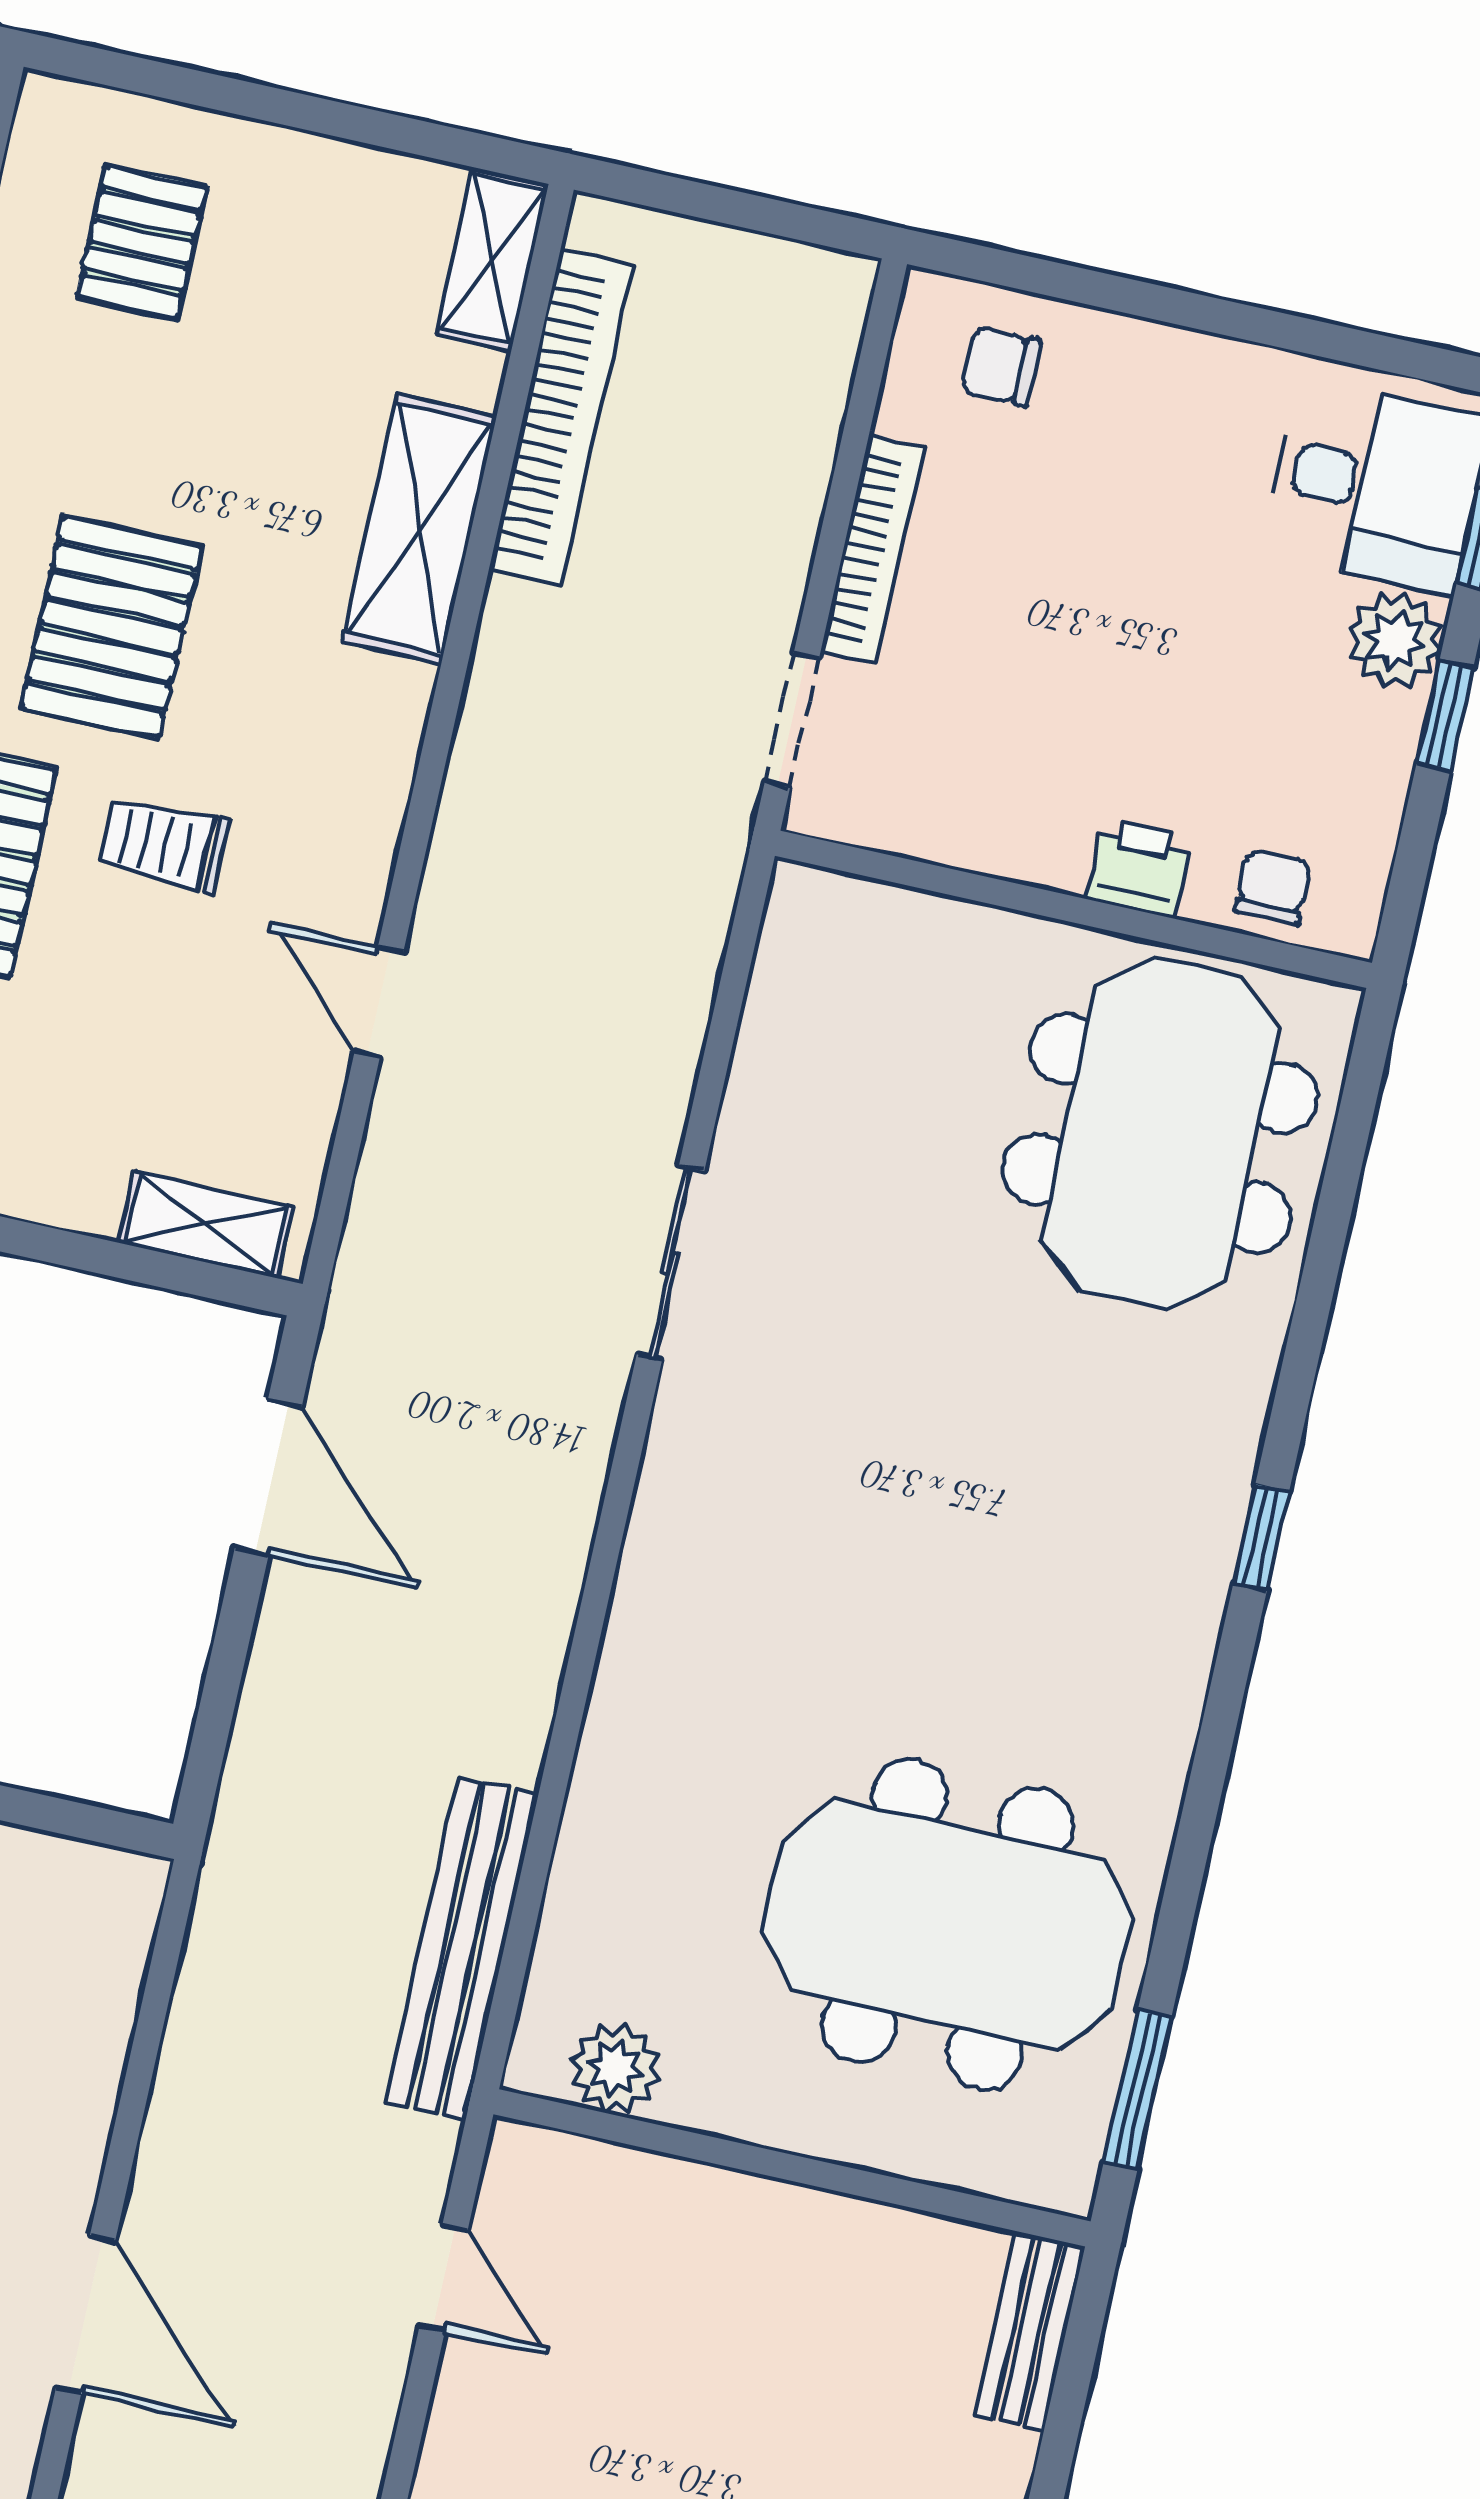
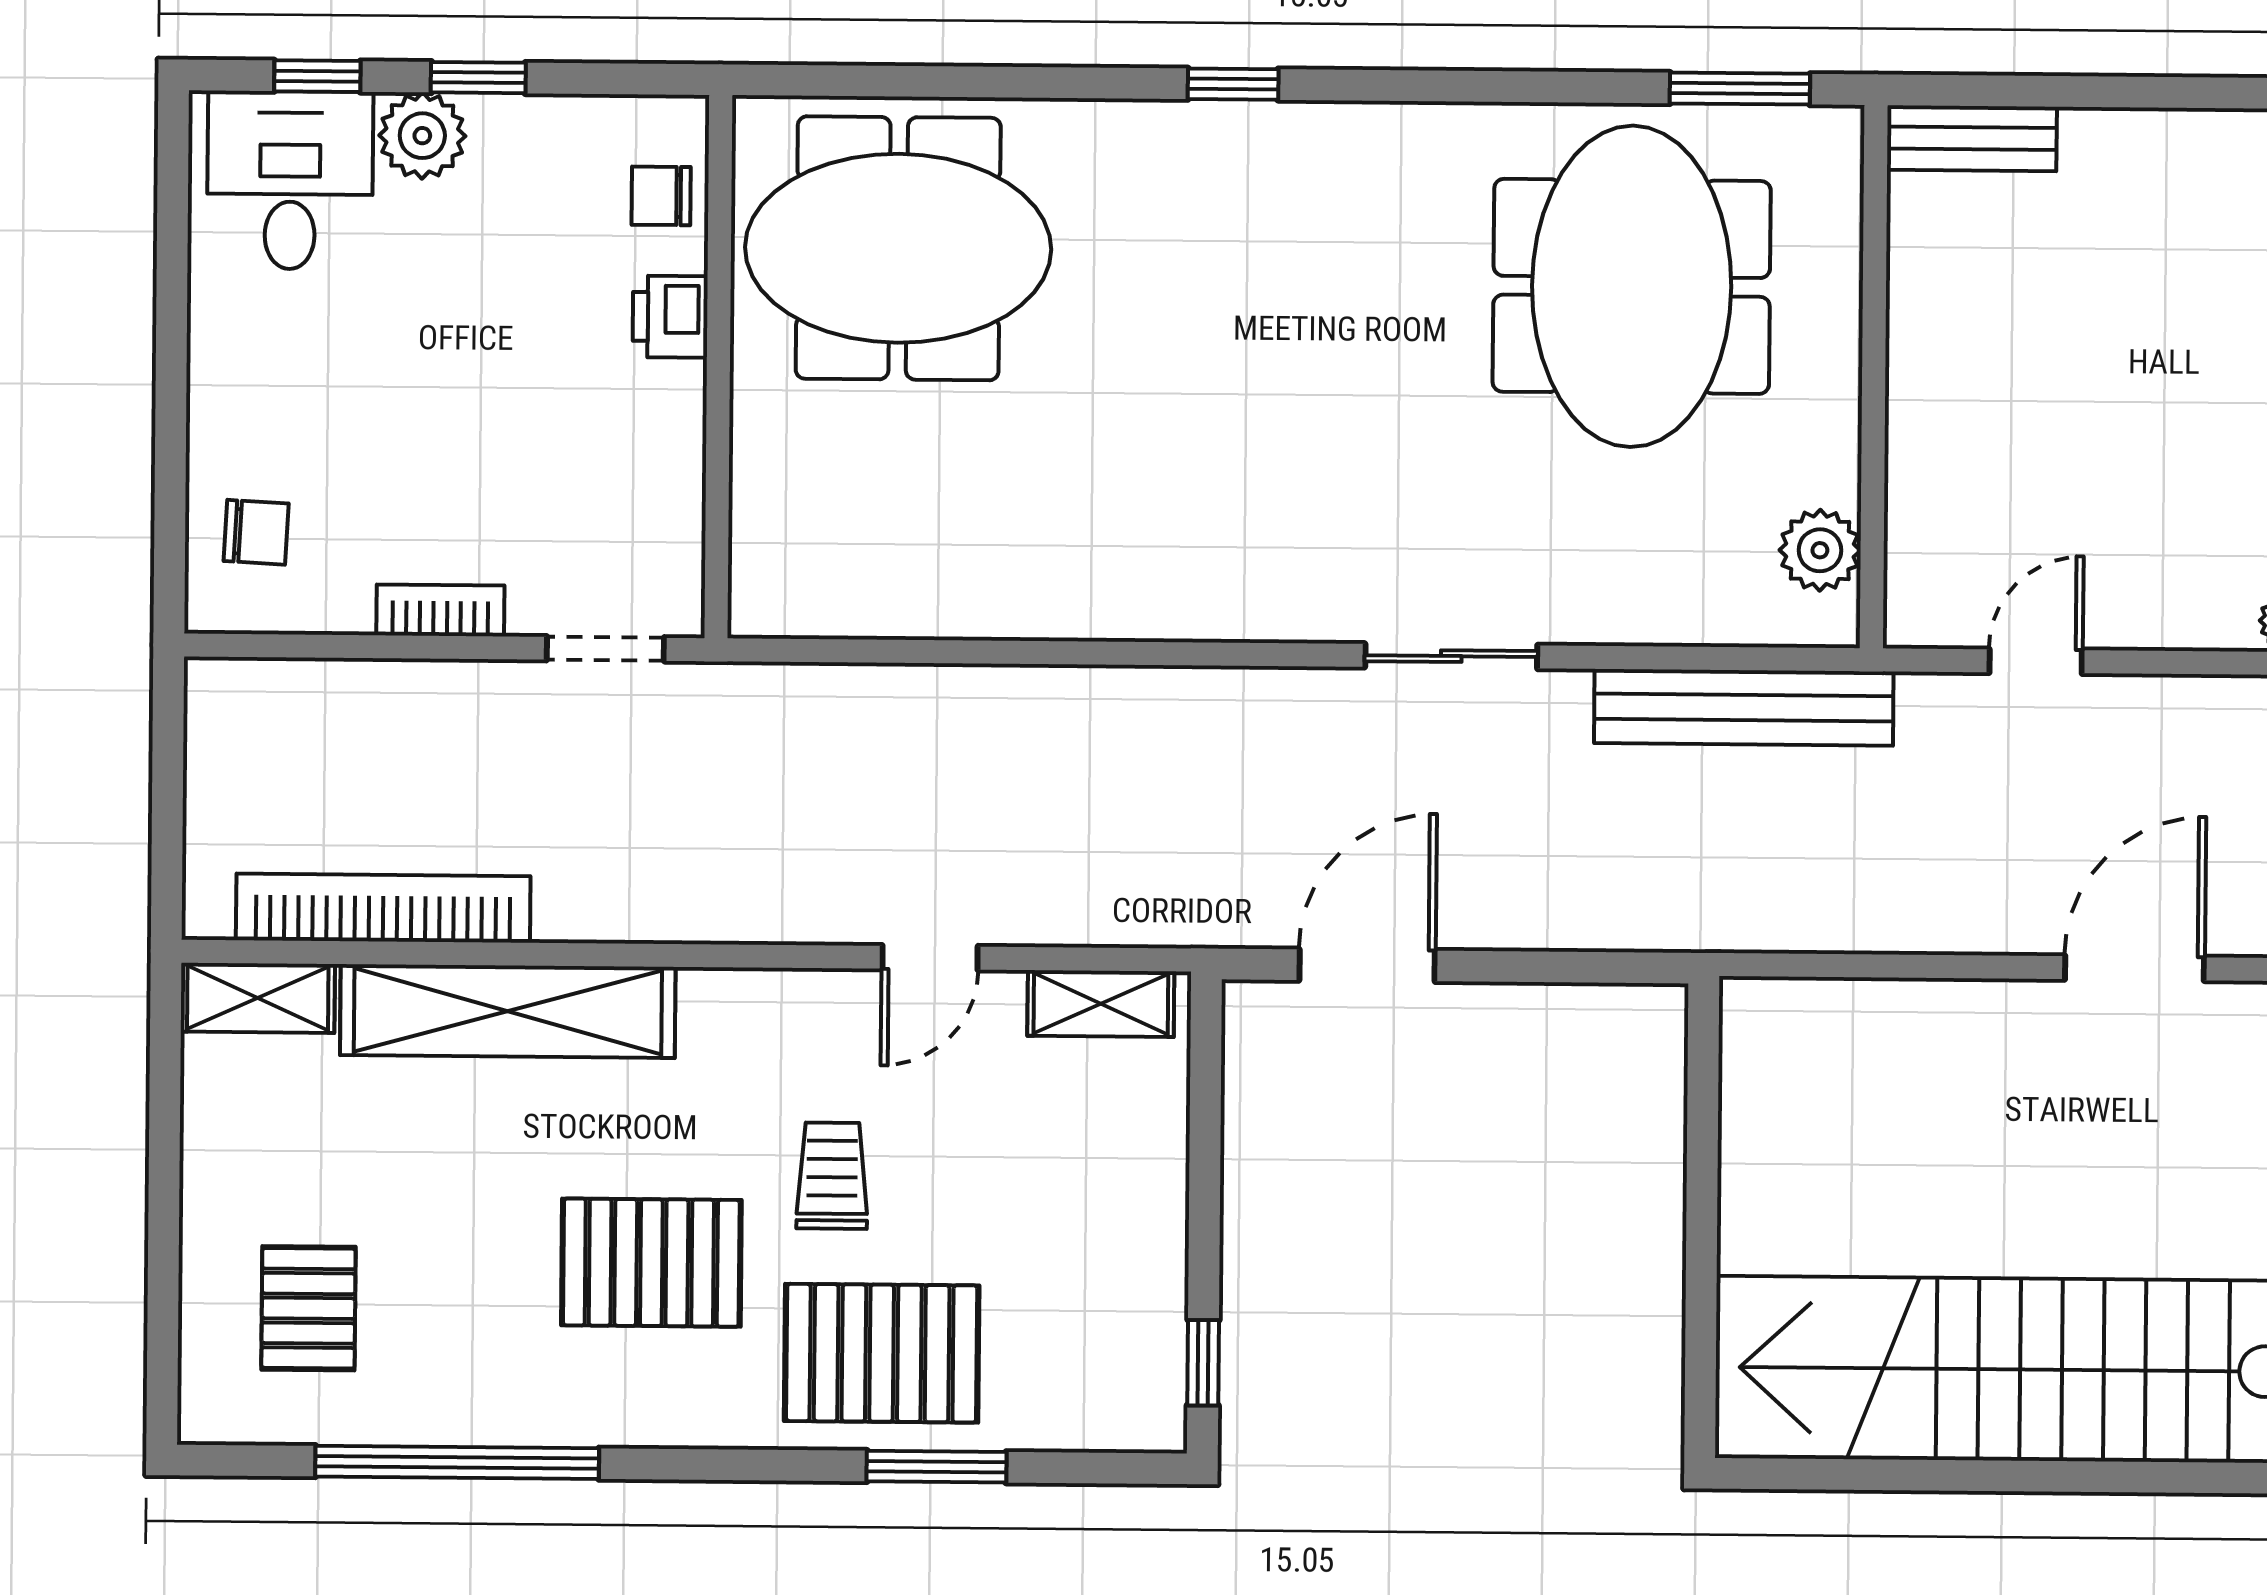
pallet: (142, 242) -> (308, 1308), turned 90
chair: (1001, 366) -> (256, 532), turned -87
shelving: (419, 529) -> (508, 1011), width x1.47
bookcase: (872, 549) -> (440, 610), width x0.64
trolley: (164, 844) -> (832, 1176), turned 180
shelving: (206, 1225) -> (1101, 1004), moved, turned 90
sliding door: (671, 1263) -> (1451, 656), moved

